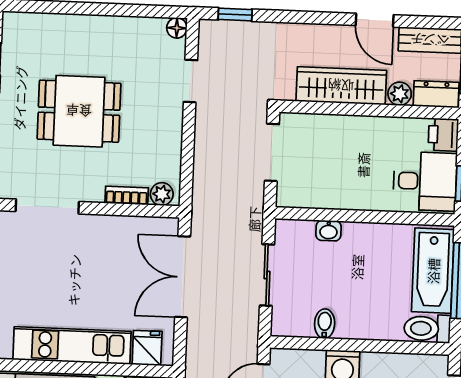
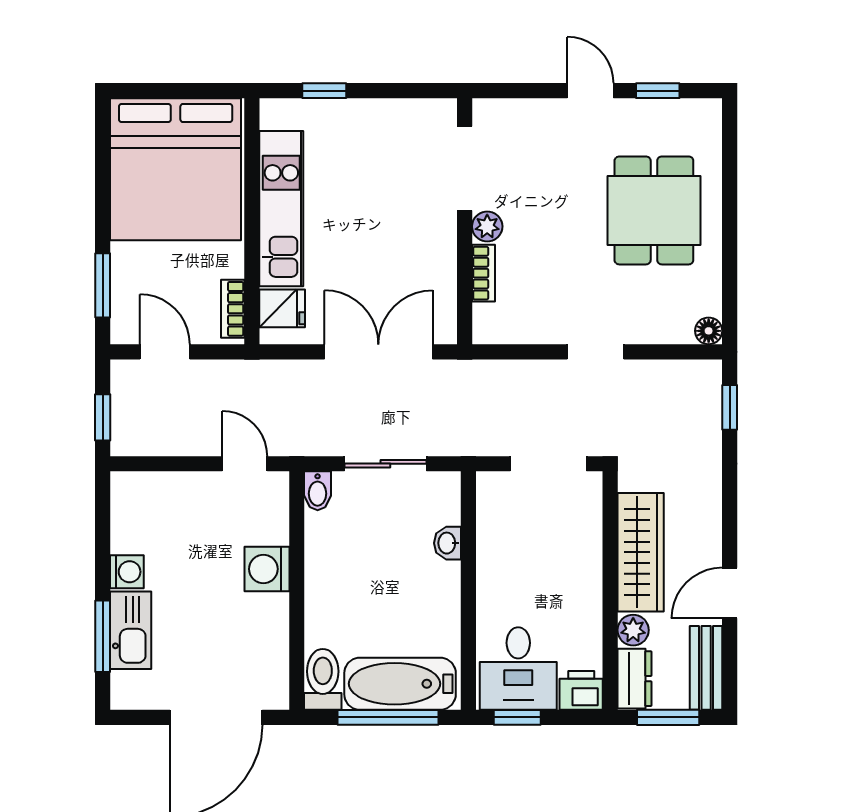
doorway: (190, 81) -> (596, 352), moved
dining table: (79, 111) -> (654, 210), moved
plant: (162, 194) -> (487, 226), moved
bidet: (325, 324) -> (318, 491), moved, turned 90

